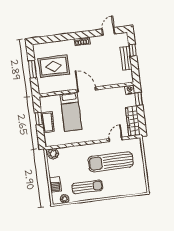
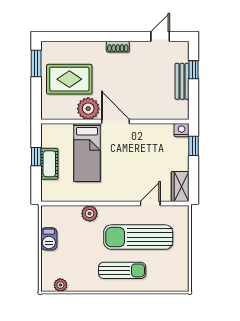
window: (32, 69) -> (36, 63), moved
plant: (68, 83) -> (88, 109), added
wardrobe: (133, 121) -> (180, 187), width x0.67
plant: (53, 154) -> (90, 214), moved
barbecue: (55, 184) -> (49, 239), moved
sun lounger: (87, 187) -> (122, 270), moved

